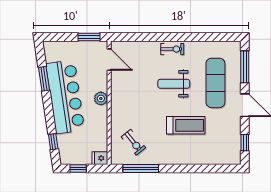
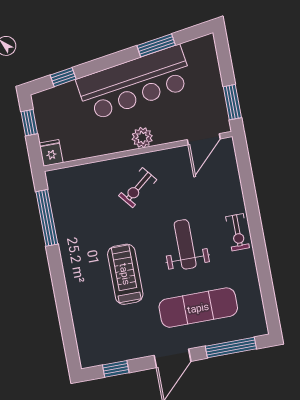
treadmill: (186, 125) -> (125, 274), turned 180
exercise bike: (133, 142) -> (138, 188), moved

